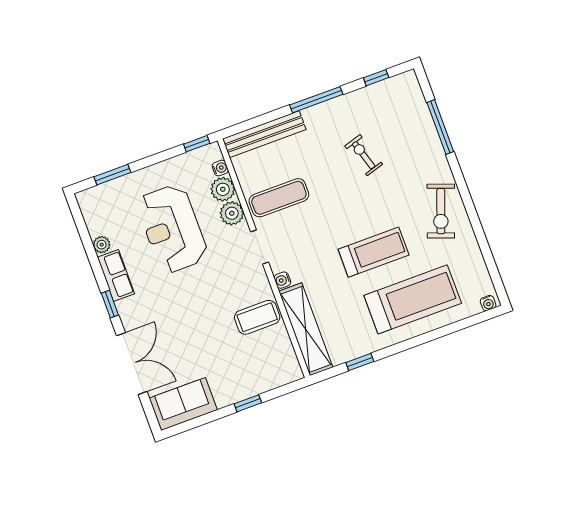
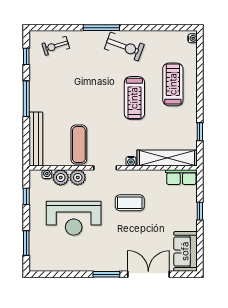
window: (440, 127) -> (101, 28), moved
window: (197, 144) -> (26, 196), moved
exercise bike: (364, 155) -> (56, 46), moved
plant: (102, 245) -> (67, 266), removed
treadmill: (374, 252) -> (134, 98), turned 180
row of seats: (116, 275) -> (181, 177), moved, turned 180
treadmill: (413, 299) -> (173, 84), width x0.73, depth x0.73
window: (110, 304) -> (106, 274), width x1.50
coffee table: (257, 317) -> (130, 203), moved, turned 90

